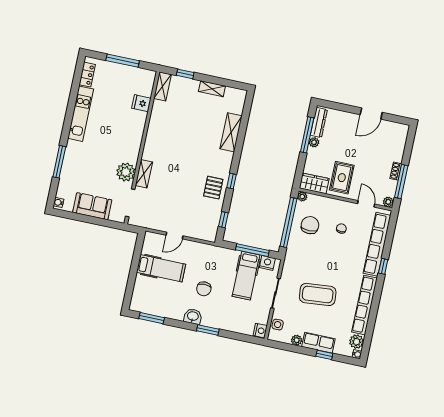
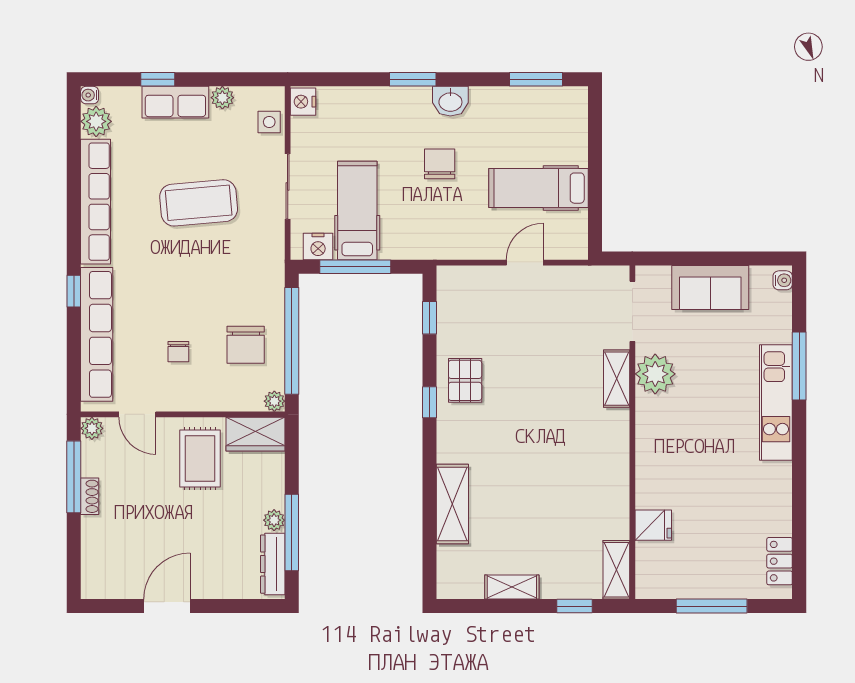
kitchen unit: (81, 114) -> (776, 402), moved

